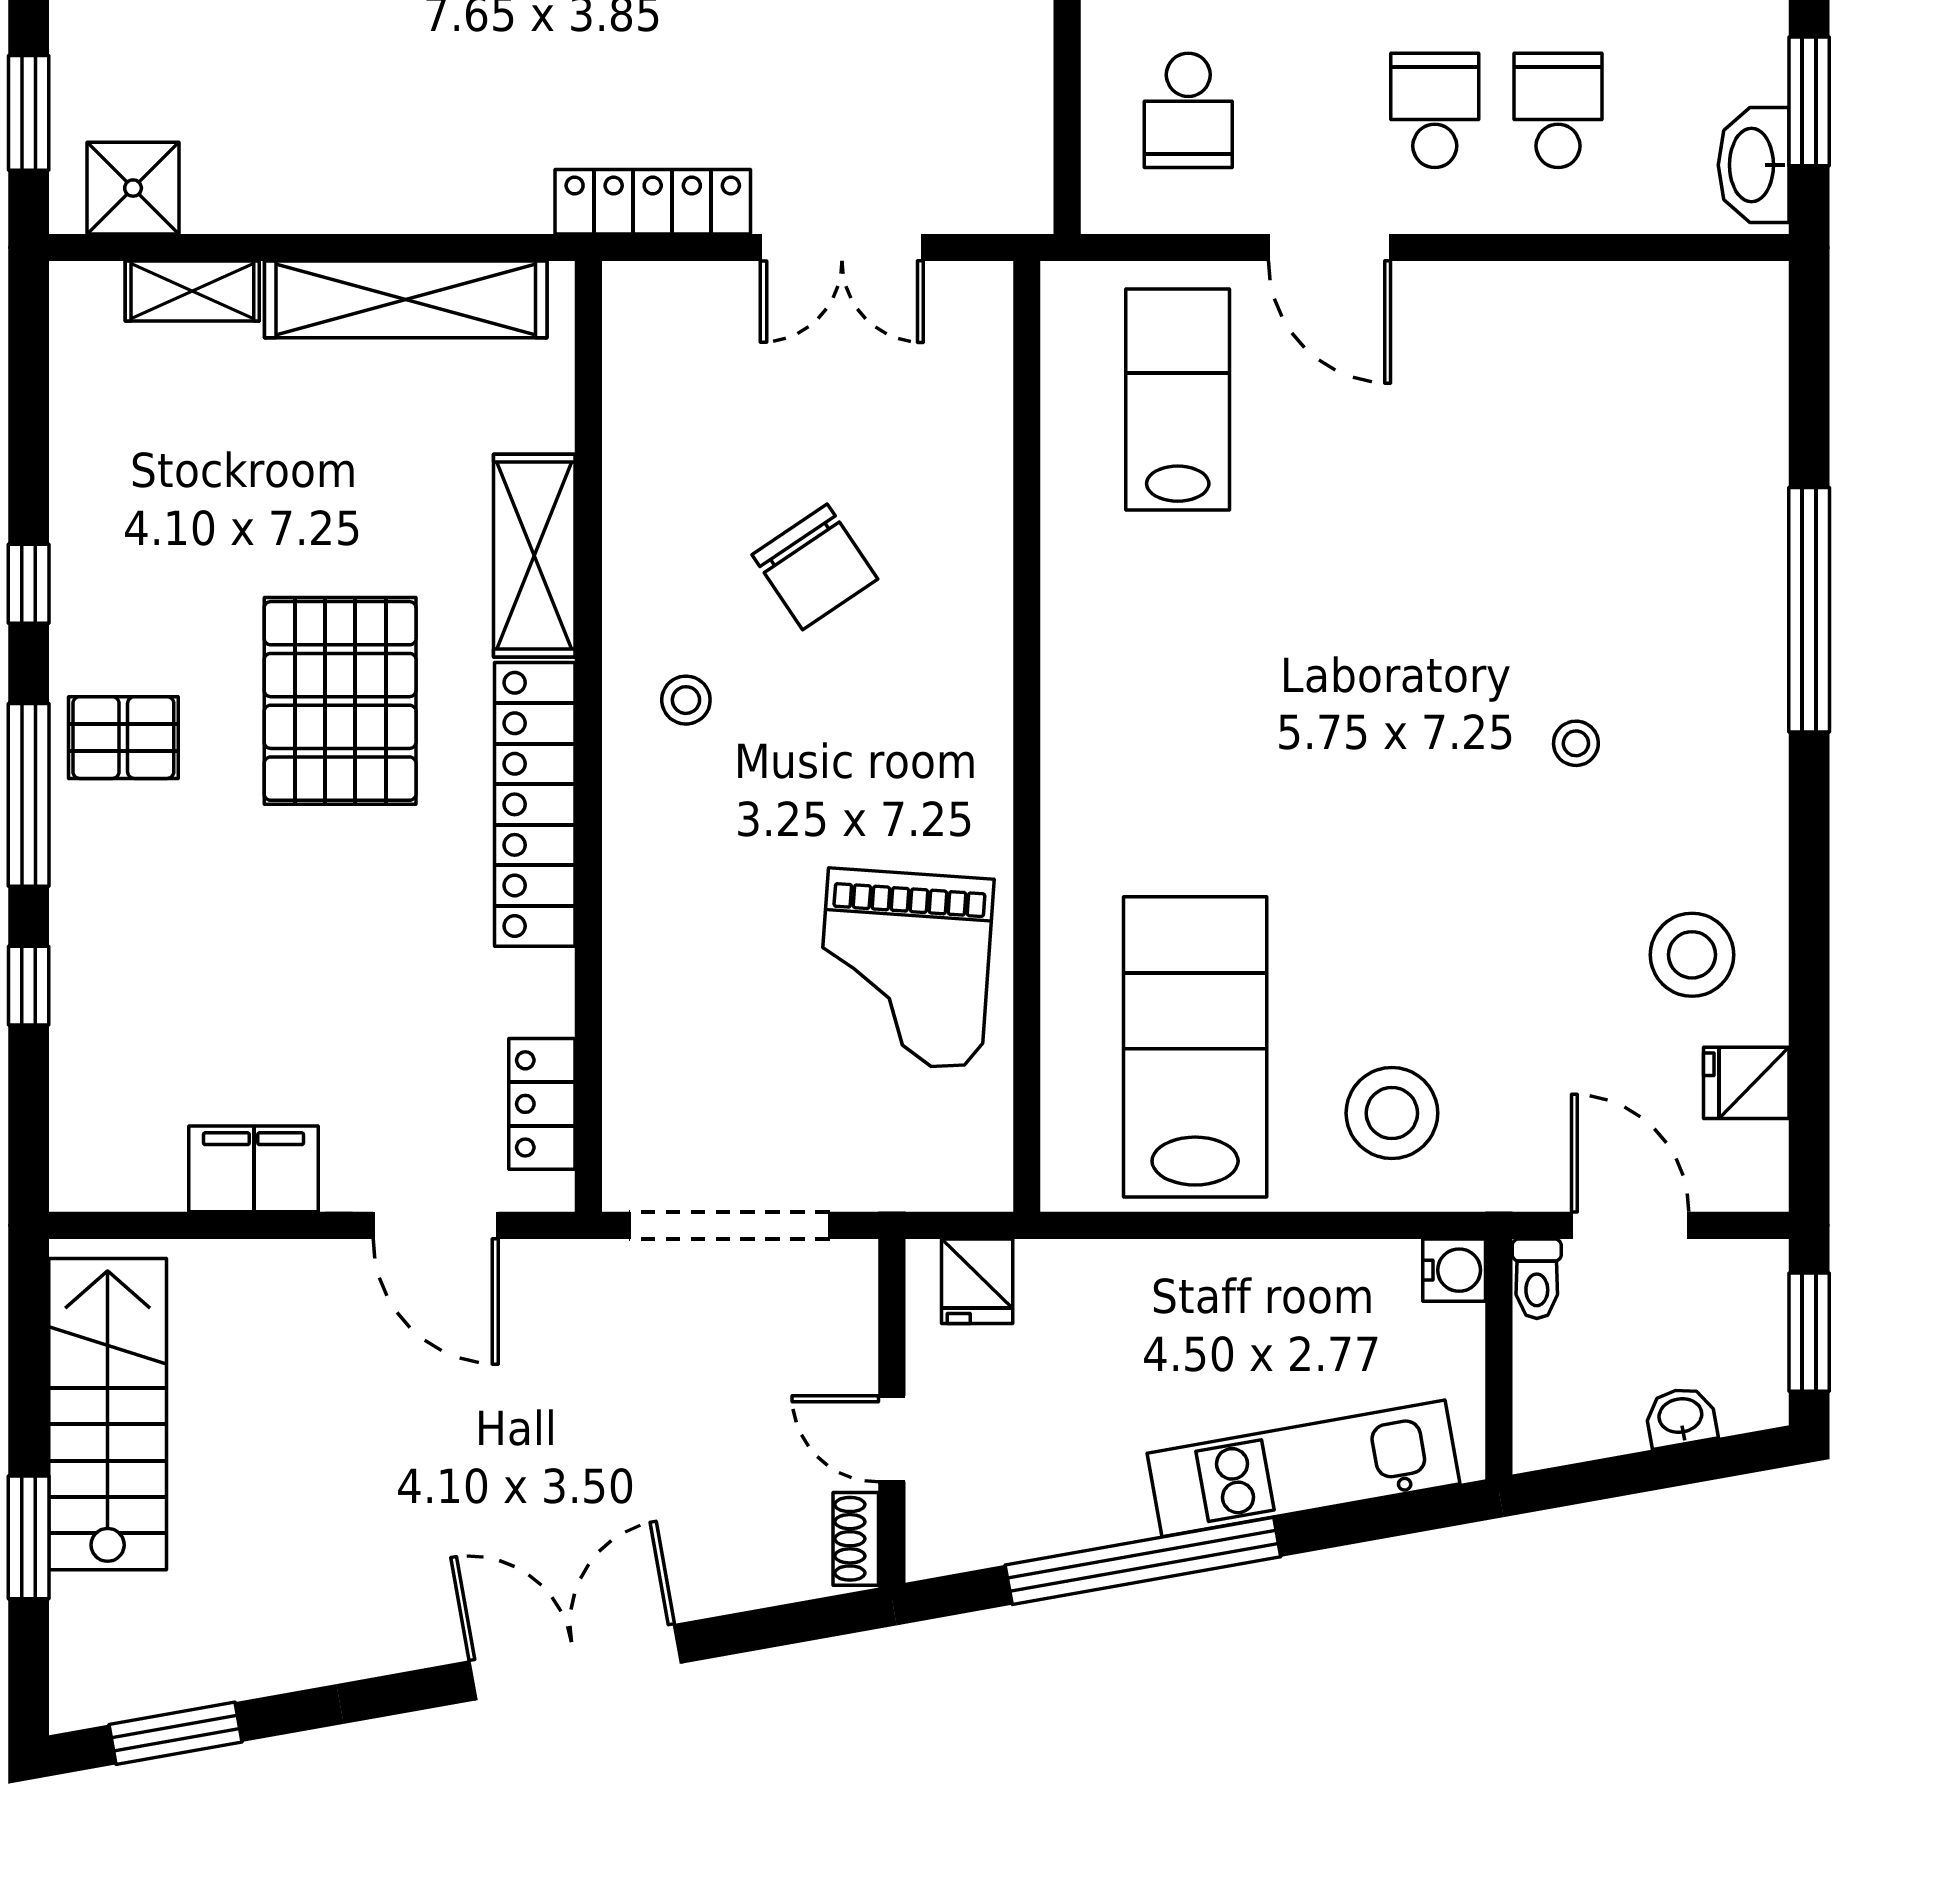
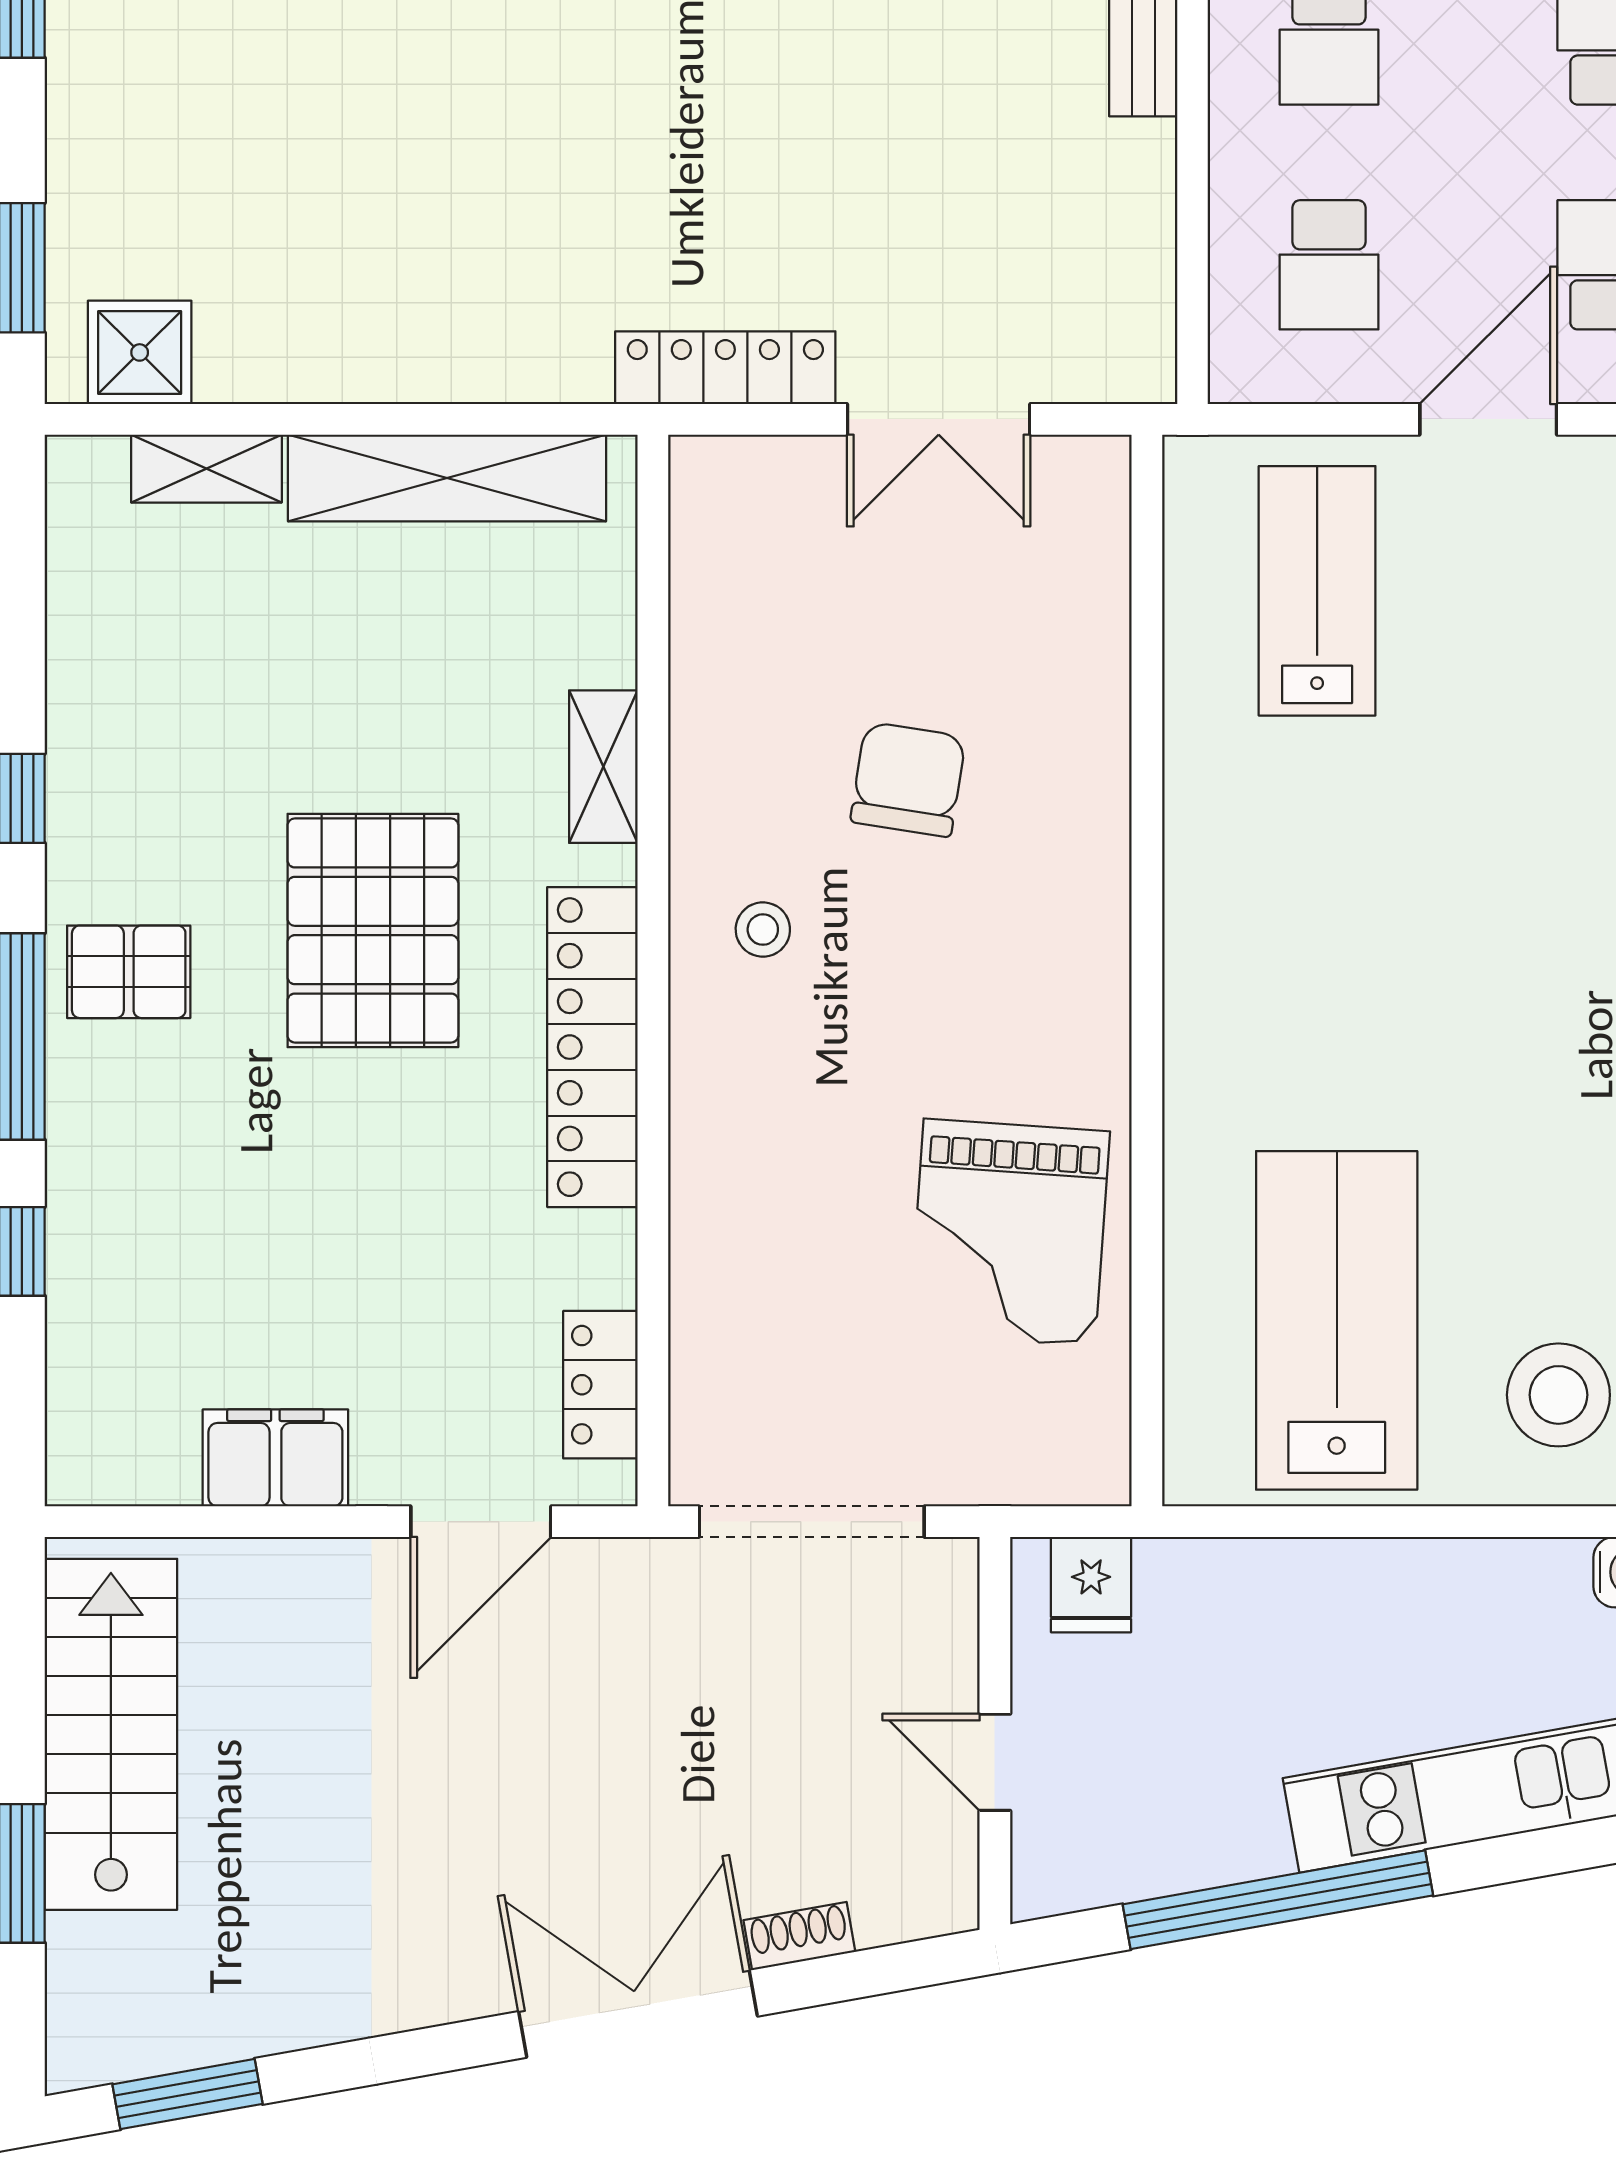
door: (1330, 248) -> (1488, 419), swing flipped
shelving: (534, 556) -> (603, 767), width x0.67, depth x0.75
chair: (815, 567) -> (908, 779), turned -137
door: (436, 1225) -> (481, 1522), hinge flipped
shoe rack: (856, 1539) -> (799, 1936), moved, turned 80

